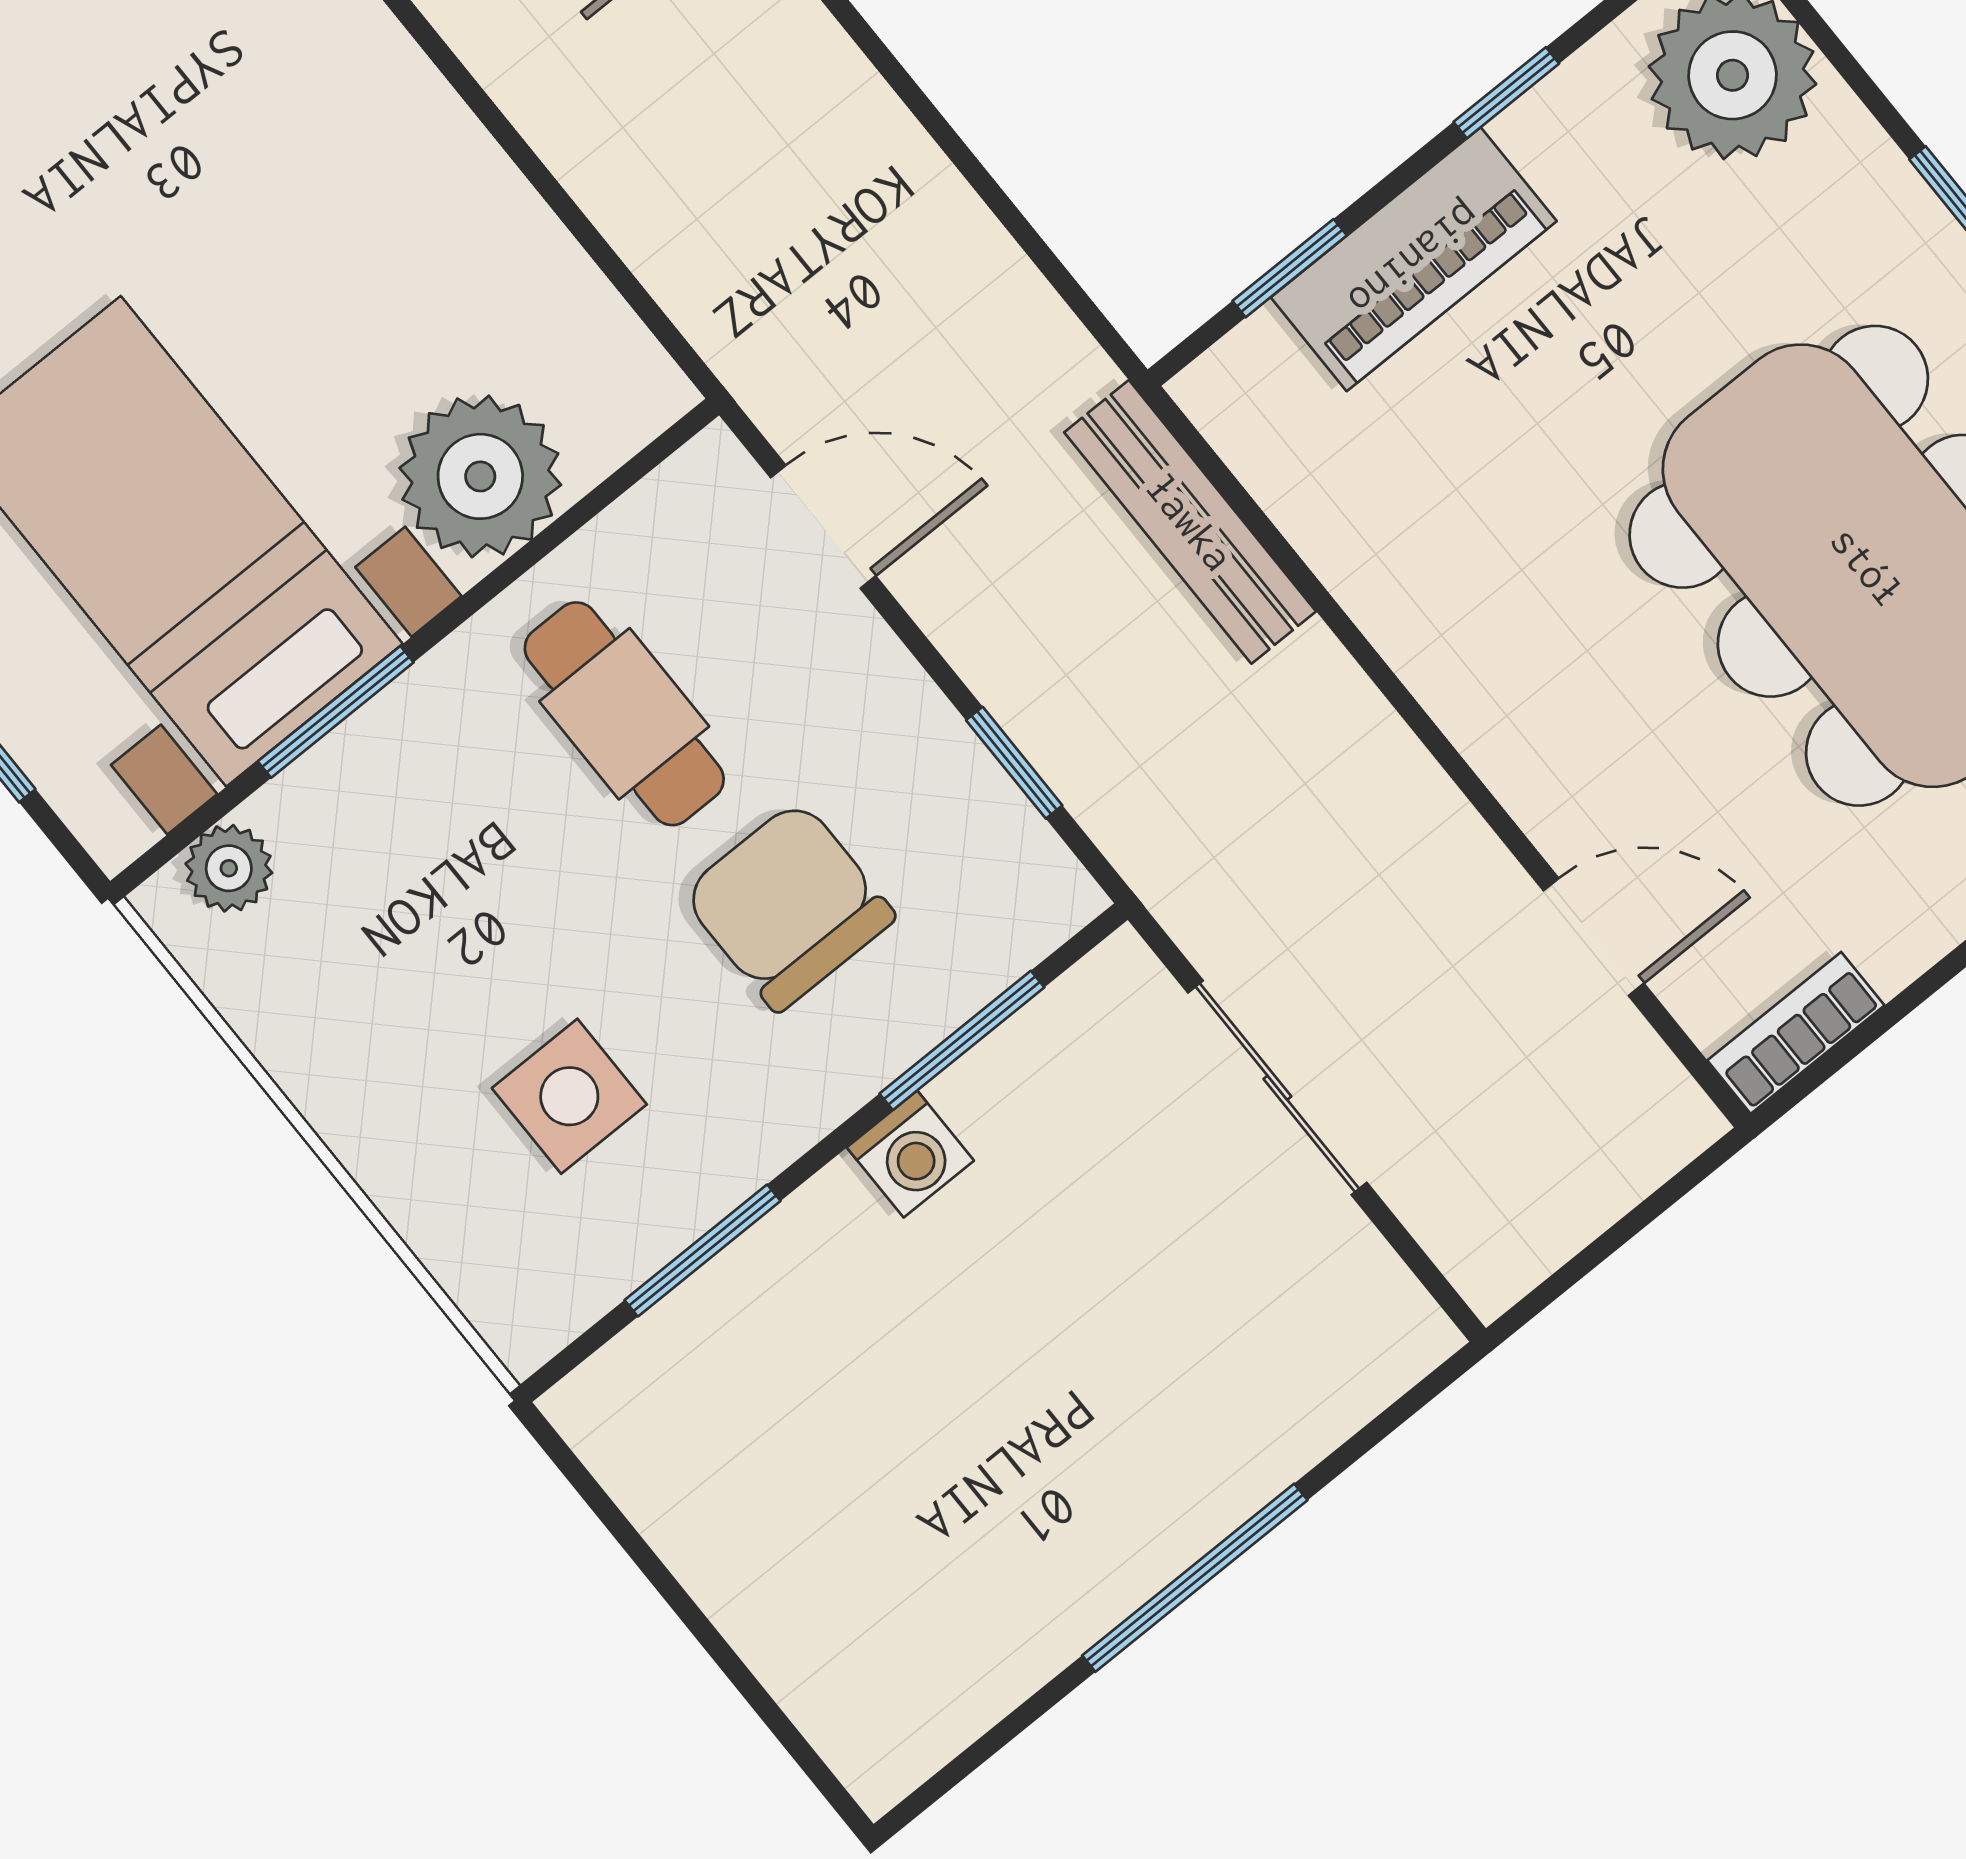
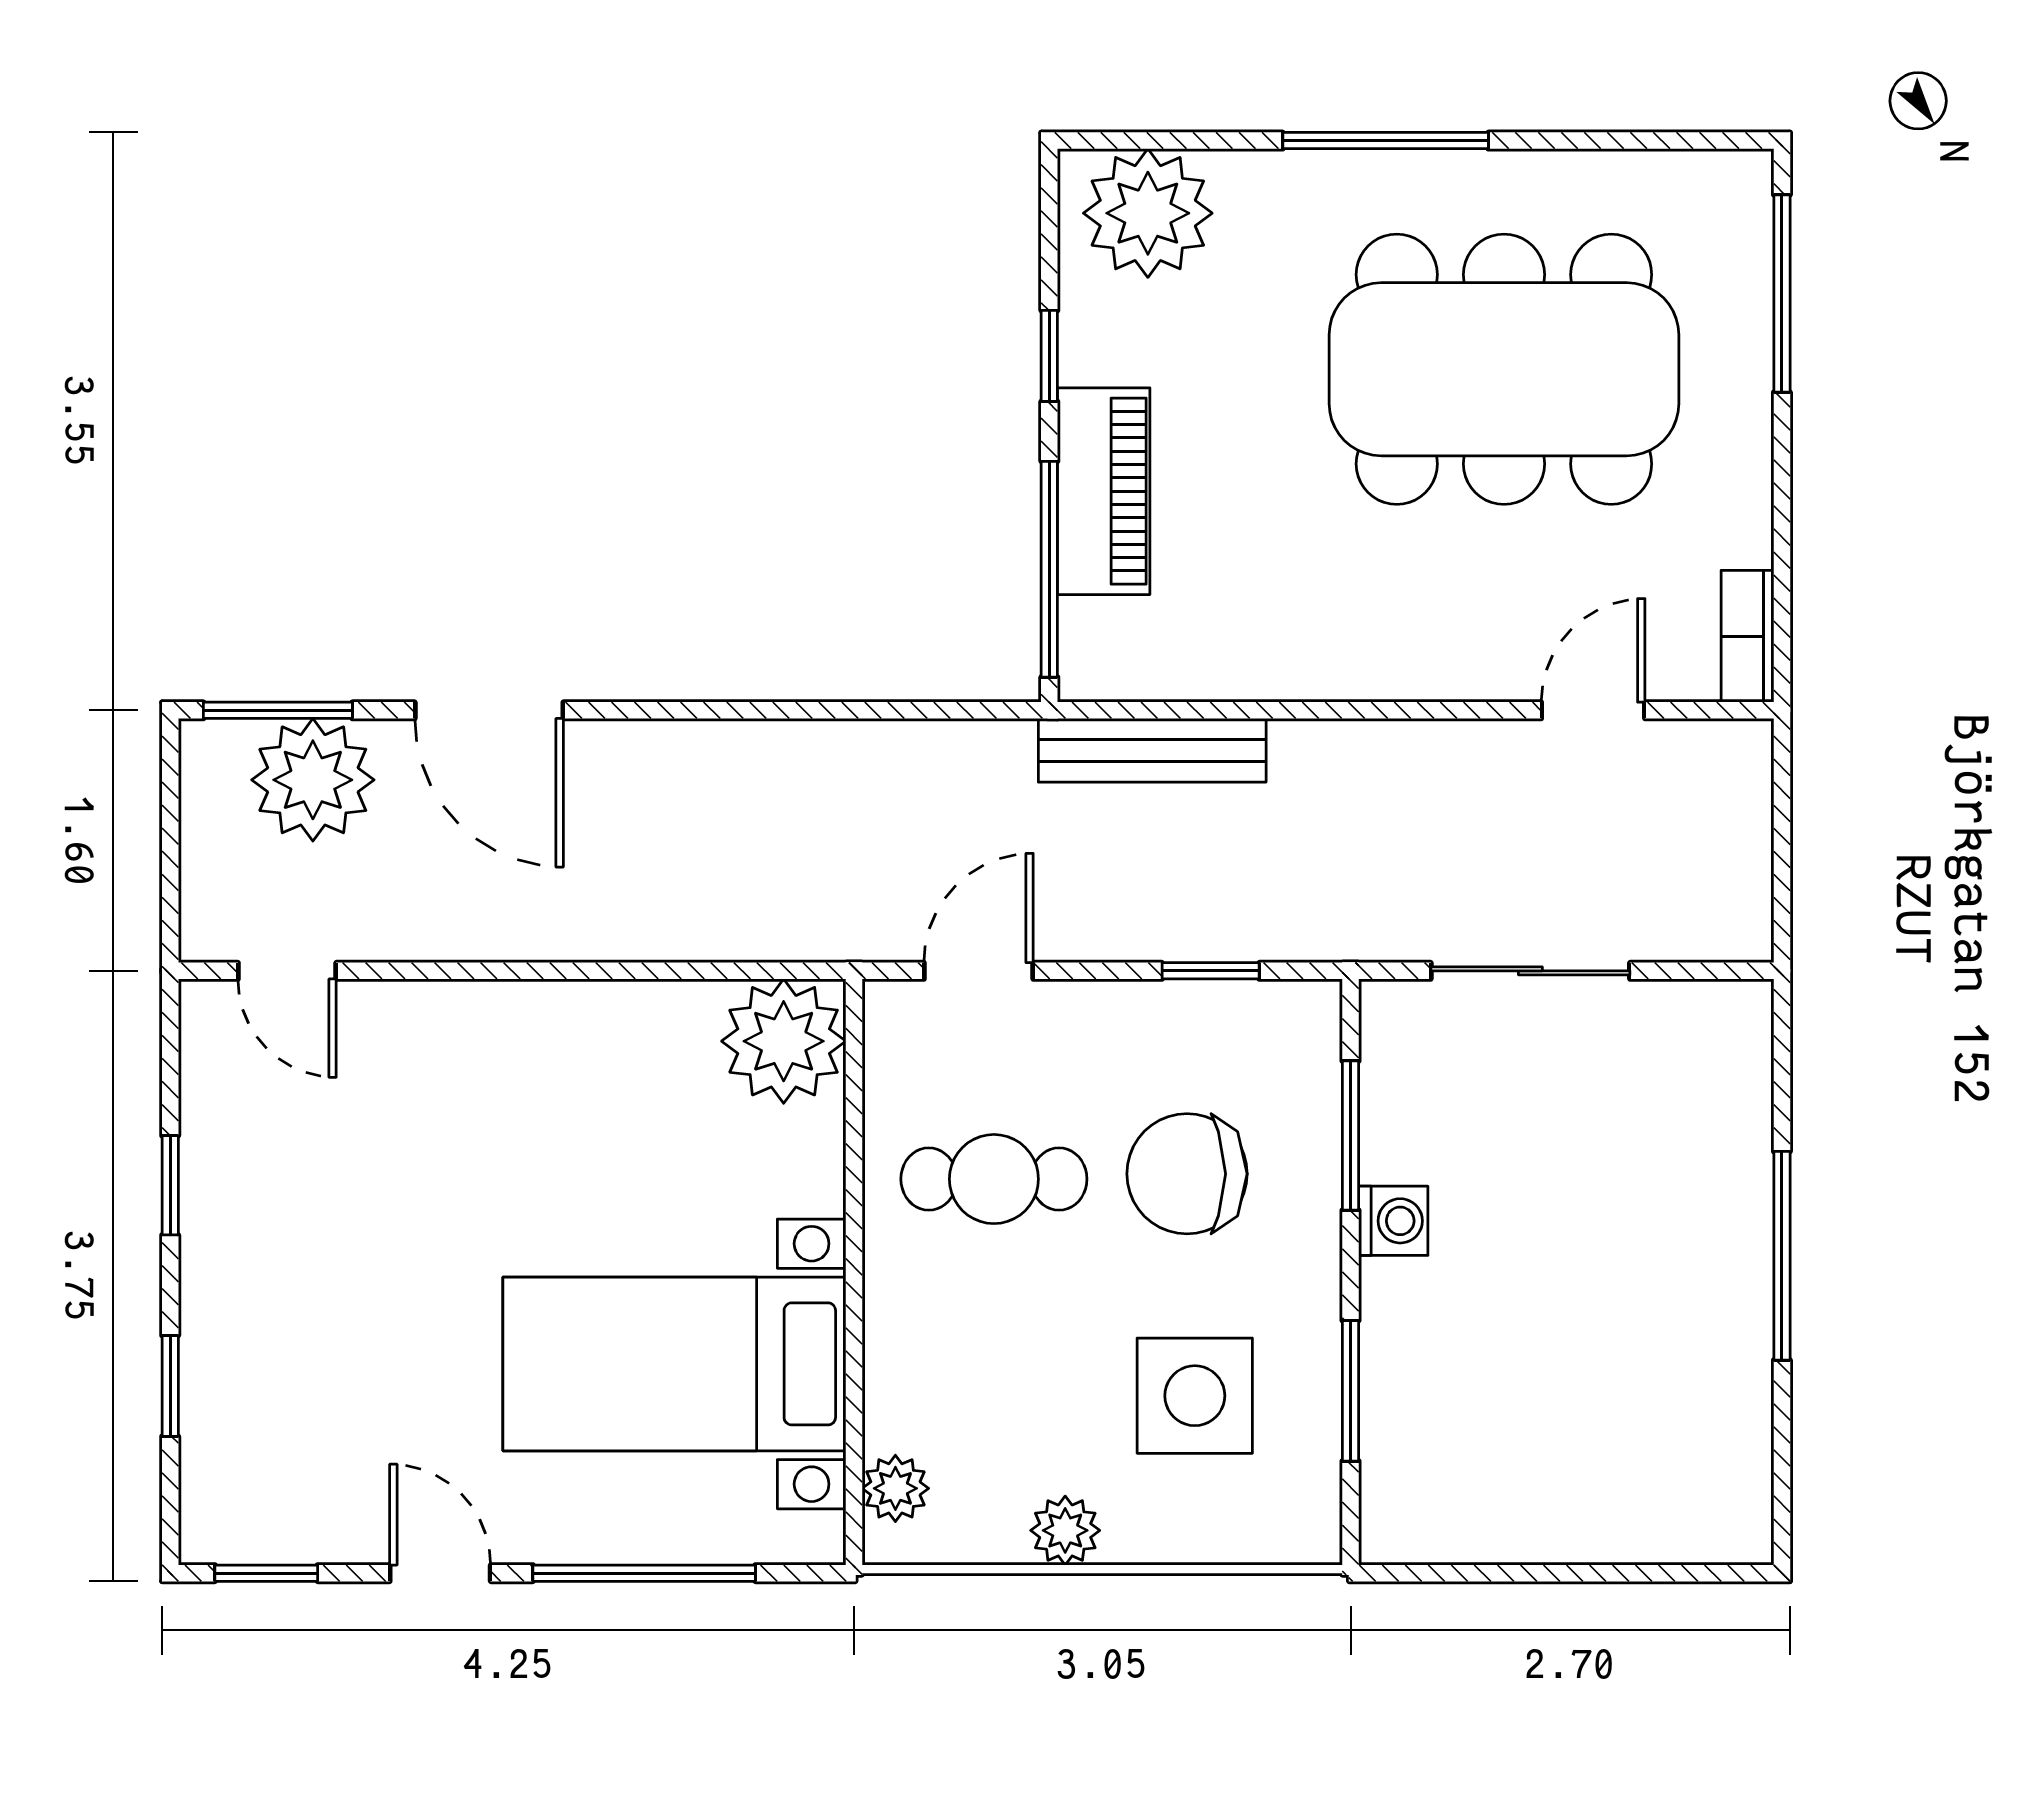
window: (1290, 268) -> (1049, 569), width x2.17
plant: (480, 476) -> (784, 1041), moved
window: (336, 712) -> (854, 1350), removed
plant: (326, 1075) -> (1065, 1530), added
side table: (569, 1096) -> (1195, 1396), width x1.37, depth x1.37

